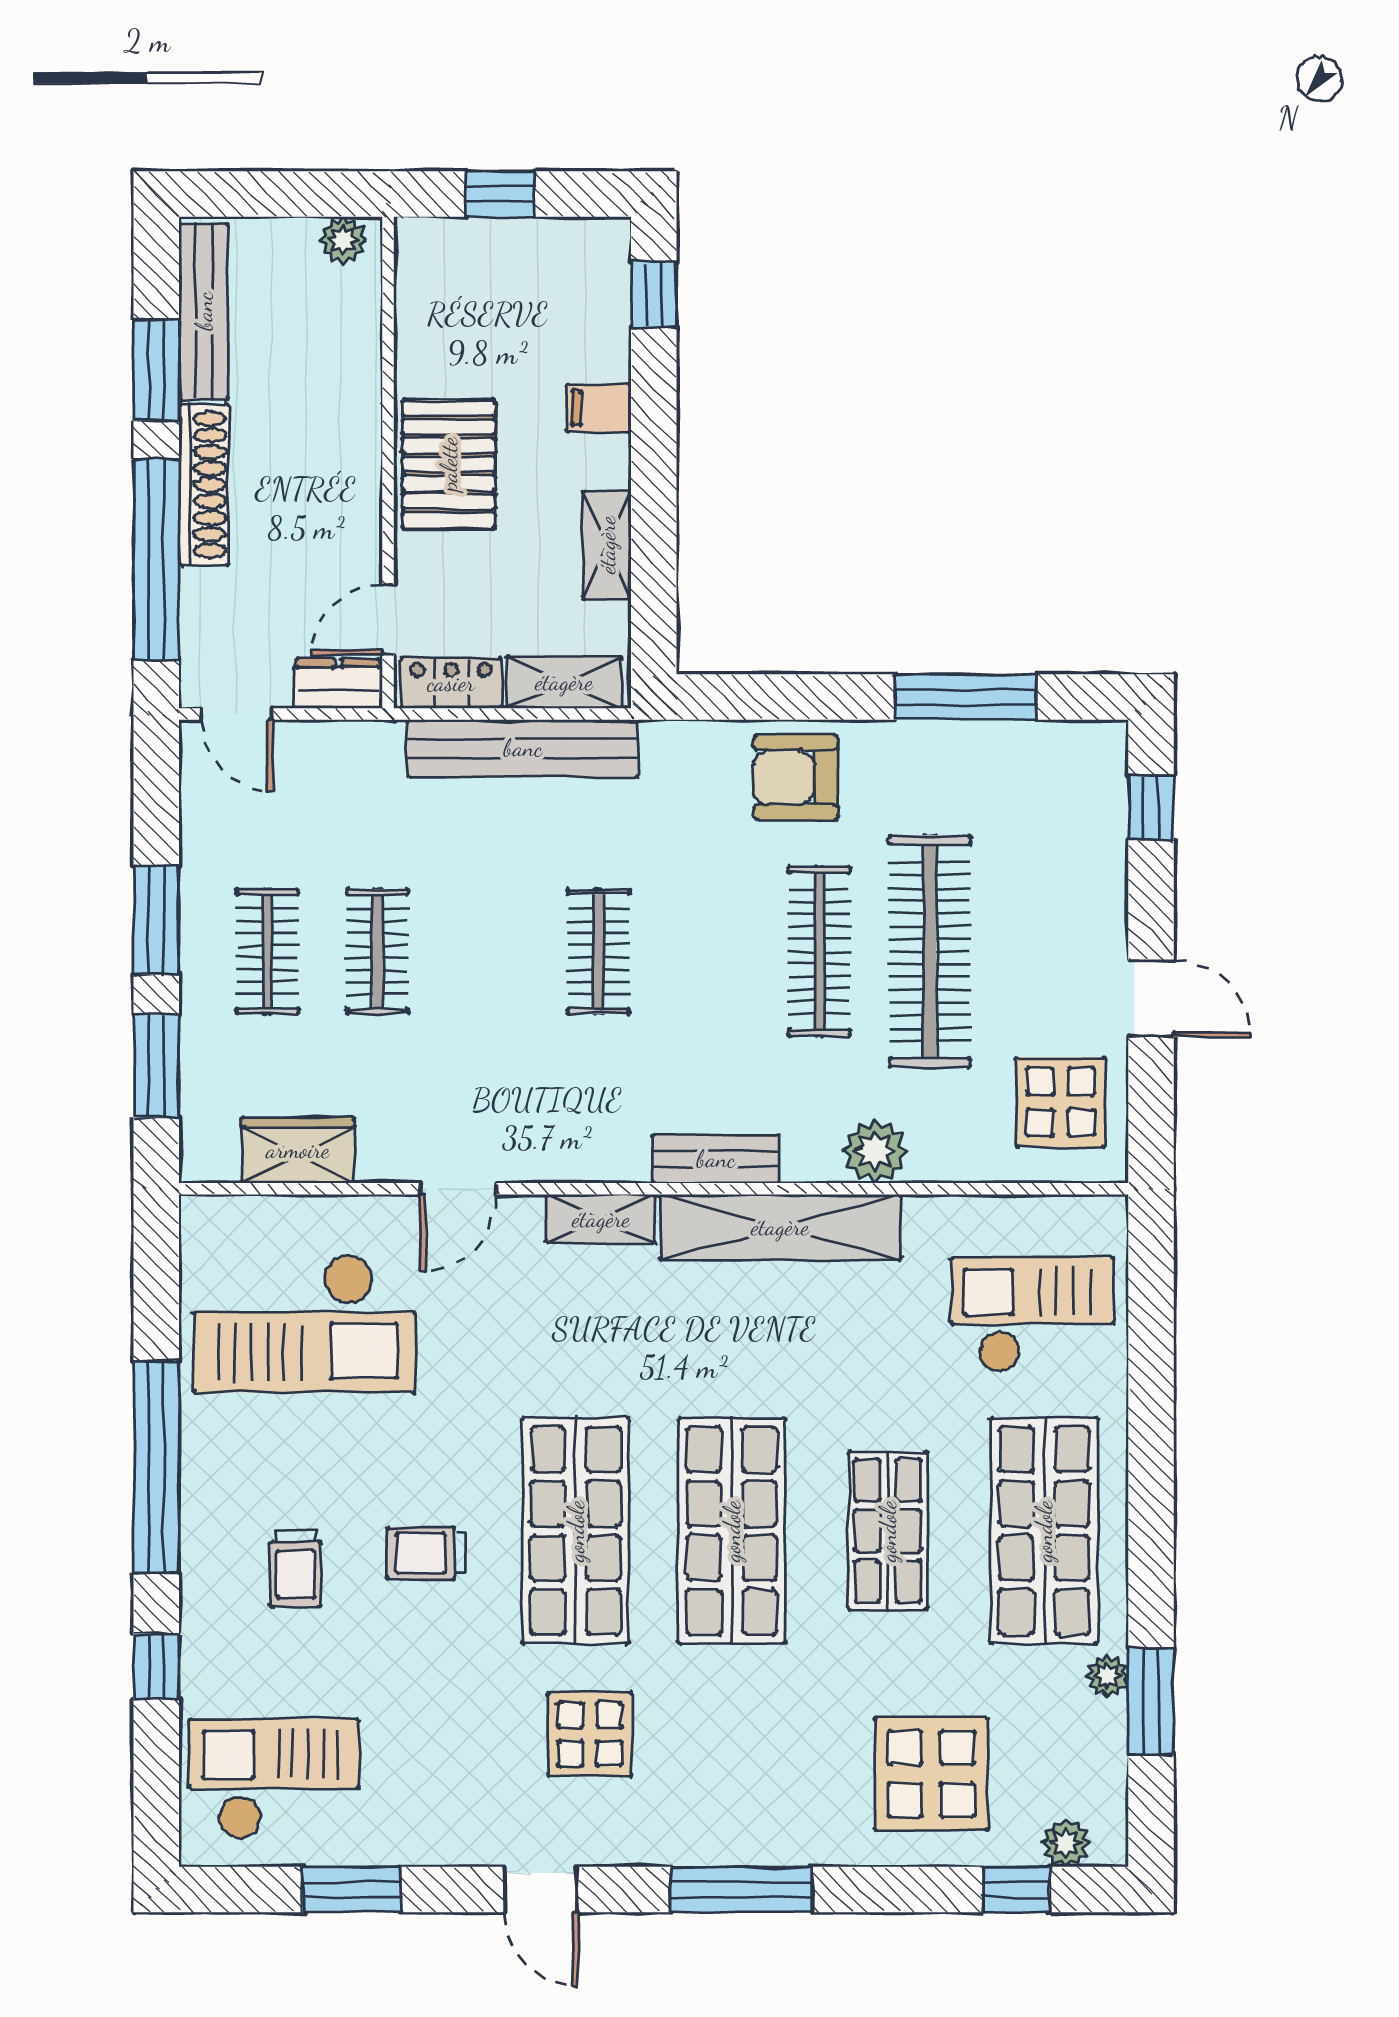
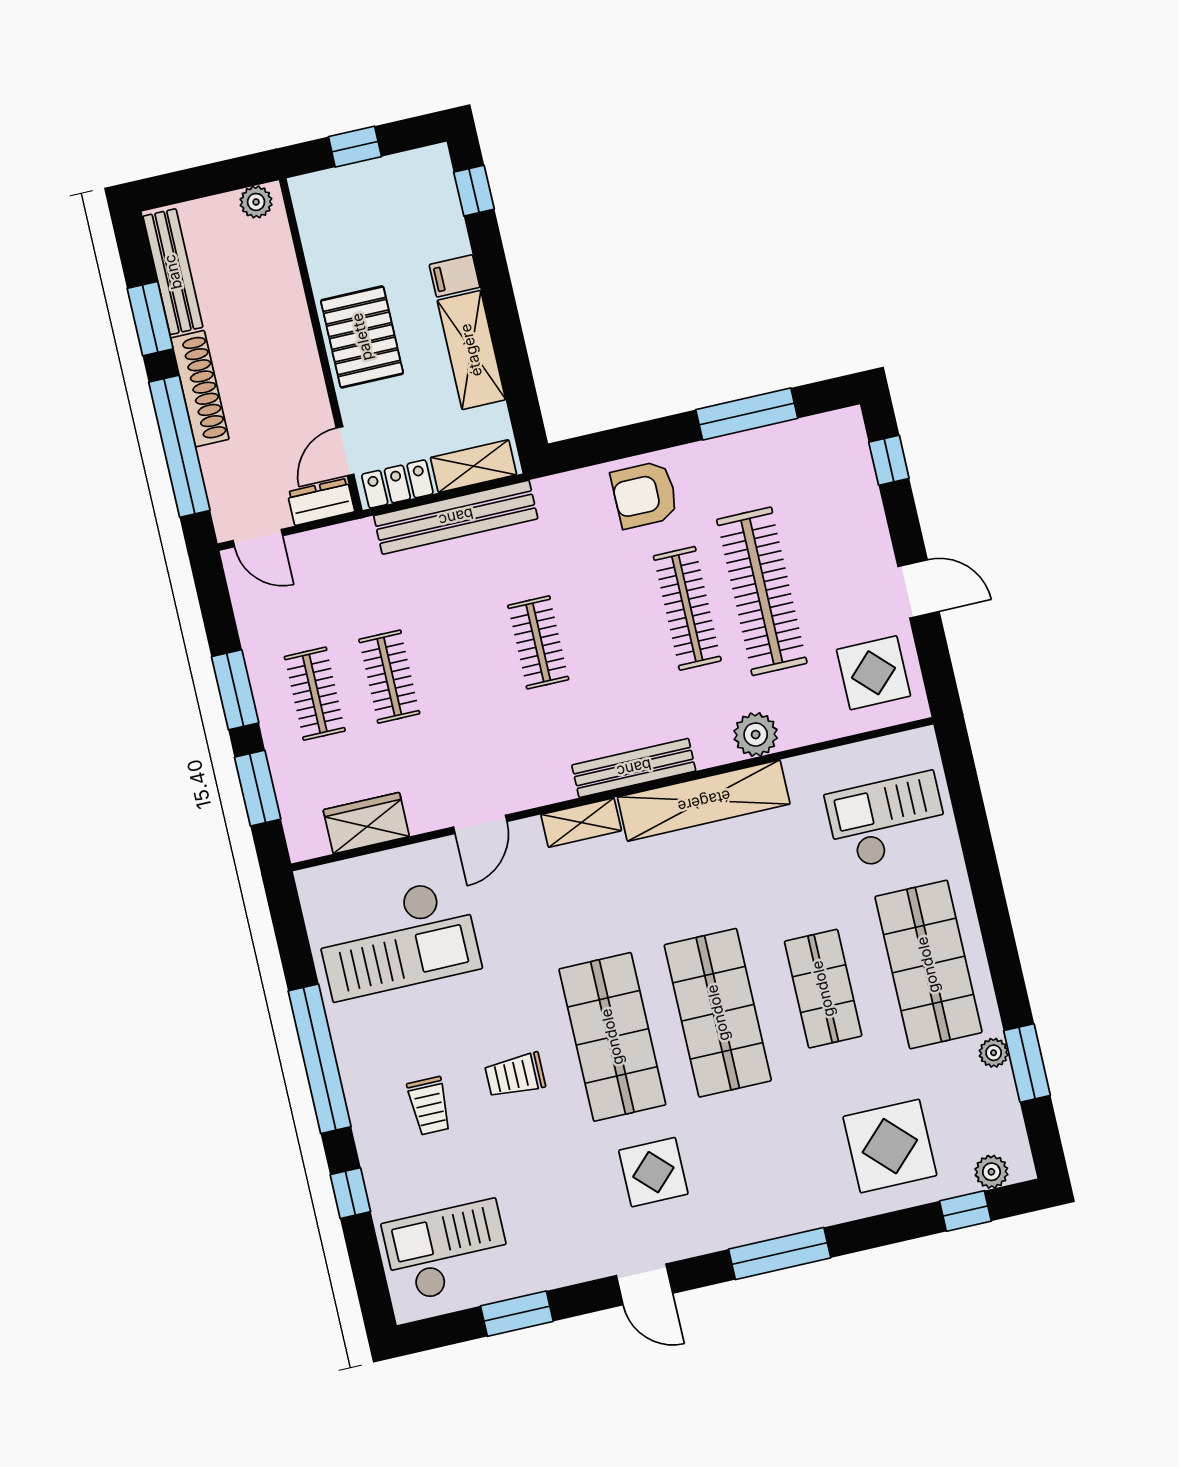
shelving: (607, 545) -> (471, 350), width x1.50, depth x1.33
bench: (716, 1159) -> (634, 768), width x1.36

